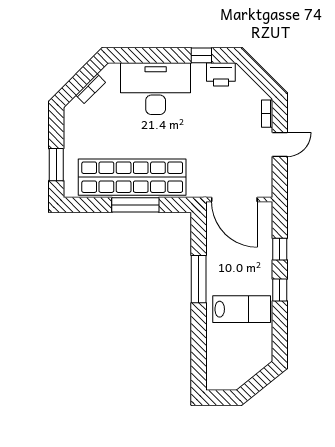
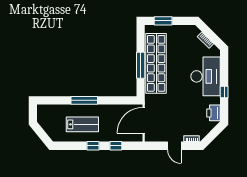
window: (201, 55) -> (224, 92), moved
window: (199, 279) -> (84, 100), moved
lab bench: (242, 309) -> (82, 124), turned -90

